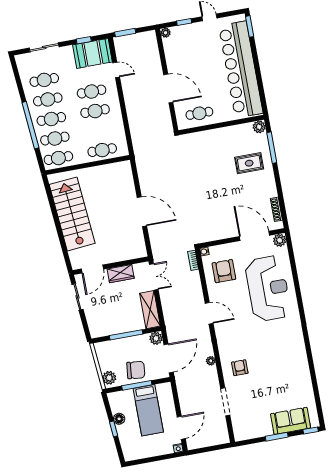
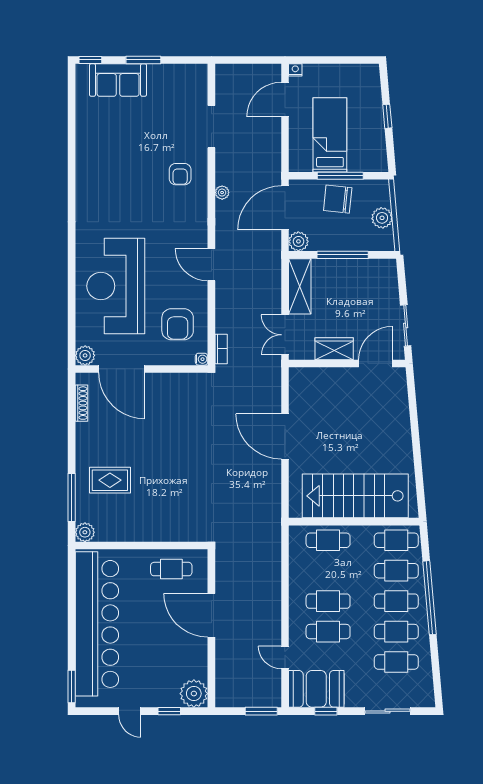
plant: (166, 33) -> (194, 694), width x1.87, depth x1.87
stairs: (72, 214) -> (355, 496), moved, turned 95
plant: (109, 378) -> (382, 218), moved
floor lamp: (119, 419) -> (376, 130), removed

